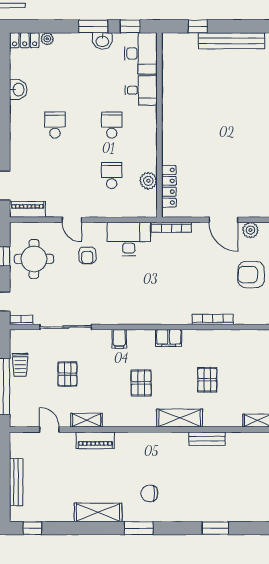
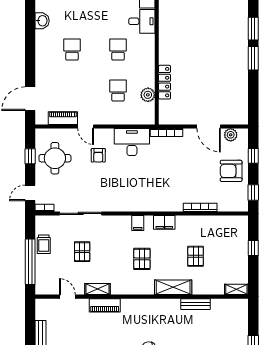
locker: (169, 186) -> (165, 82), moved
piano: (27, 209) -> (63, 118), moved
filing cabinet: (119, 339) -> (138, 223), moved

